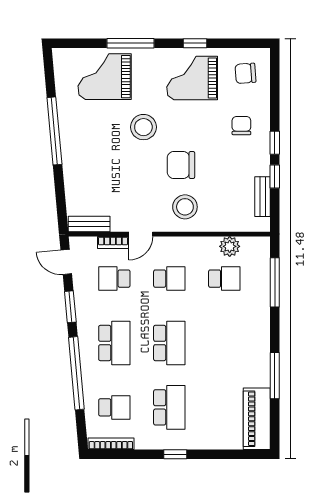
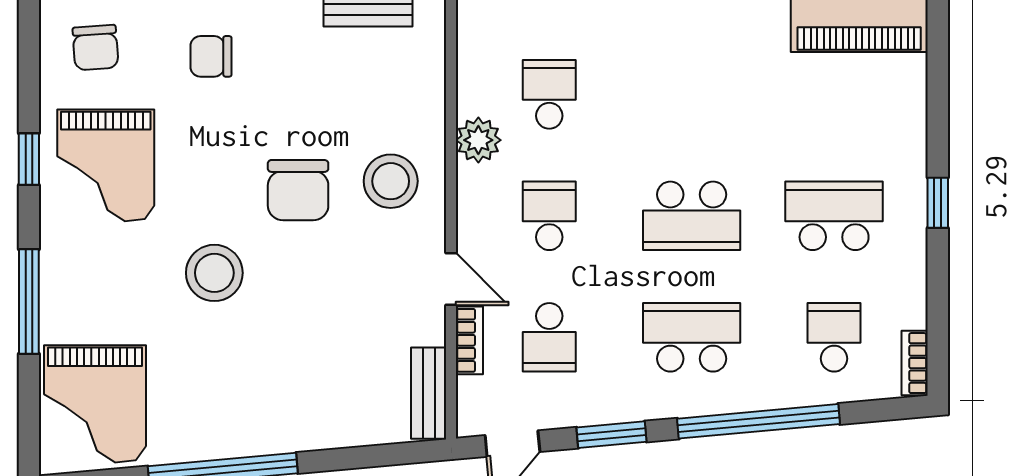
grand piano: (105, 77) -> (95, 404), moved
plant: (230, 246) -> (478, 140), moved
school desk: (169, 343) -> (692, 216), turned 180
bookcase: (111, 444) -> (915, 363), width x0.64

